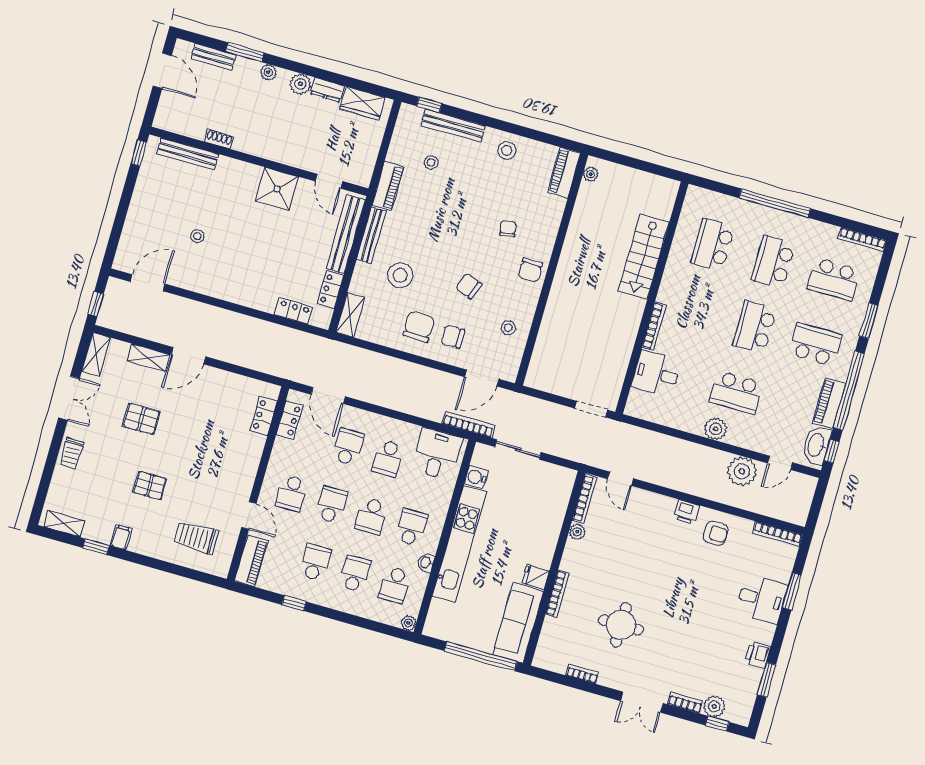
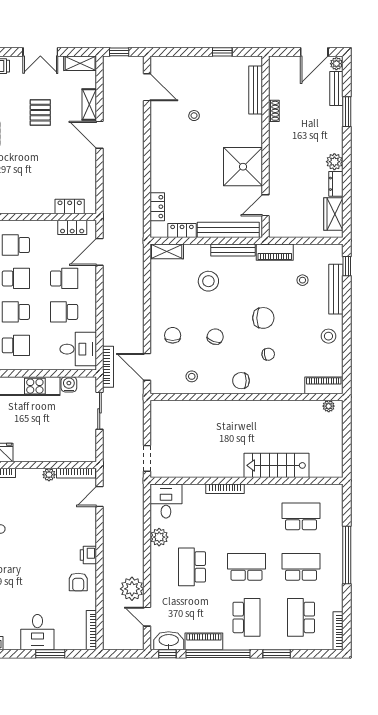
plant: (268, 72) -> (336, 64), moved
window: (139, 153) -> (222, 52), moved
shower: (277, 189) -> (243, 167), width x1.37, depth x1.37
chair: (419, 327) -> (263, 318), moved
desk: (656, 374) -> (166, 501), moved
plant: (716, 429) -> (159, 537), moved

